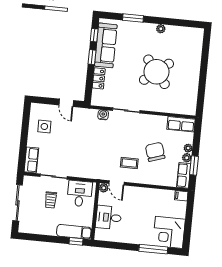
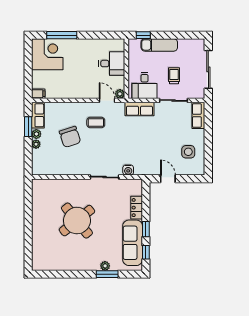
plant: (161, 29) -> (105, 266), moved
row of seats: (181, 124) -> (139, 109), moved, turned 180
exam couch: (74, 232) -> (159, 45), moved

